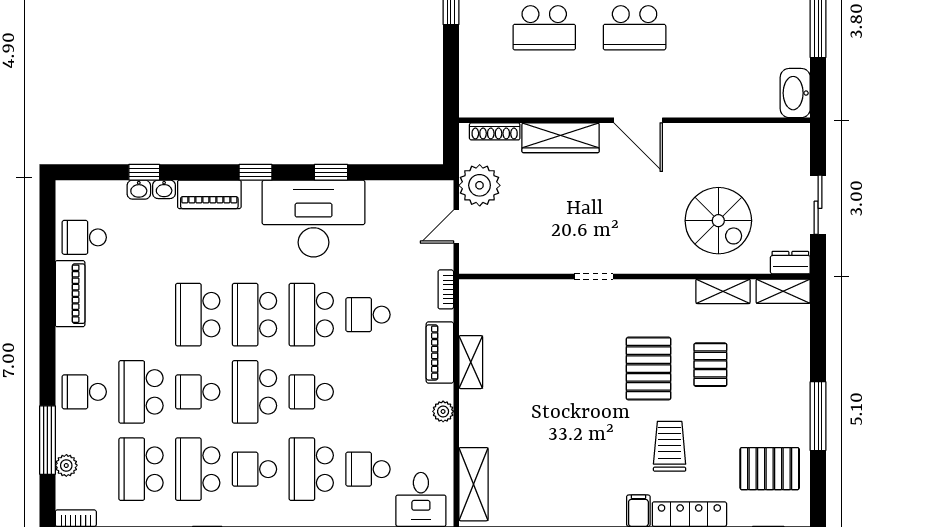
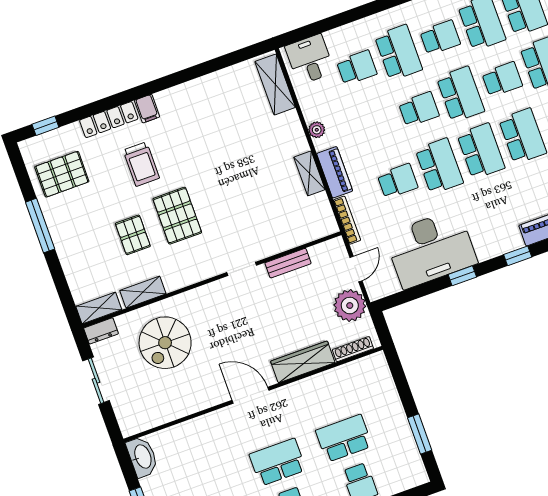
desk: (314, 219) -> (431, 249), moved
spiral stairs: (718, 221) -> (165, 343), turned -90
bench: (536, 263) -> (288, 263), added
bookcase: (446, 289) -> (347, 220), width x1.56

